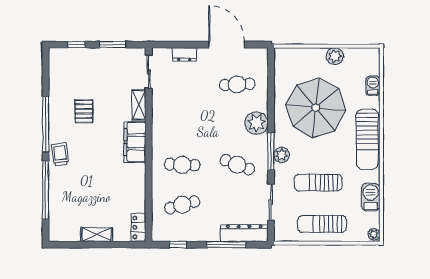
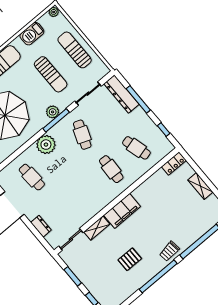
sun lounger: (322, 224) -> (75, 50), turned 180

